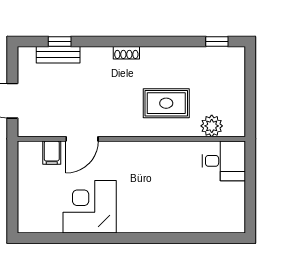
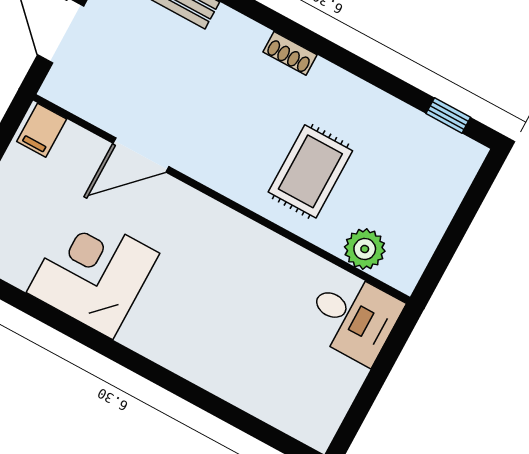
rug: (166, 103) -> (310, 171), turned 90
filing cabinet: (52, 153) -> (42, 130), moved

